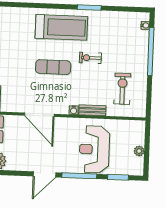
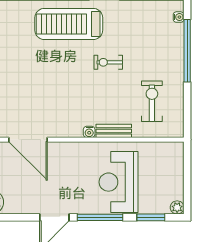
treadmill: (61, 27) -> (69, 24), turned 180
exercise mat: (53, 67) -> (60, 76), removed
door: (39, 115) -> (28, 140), moved
plant: (139, 151) -> (177, 207), moved

